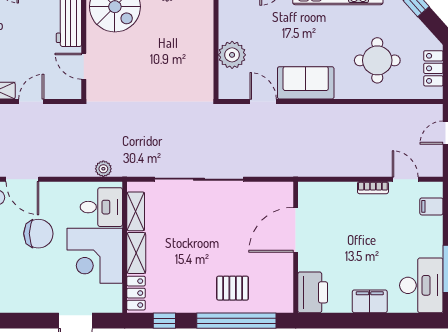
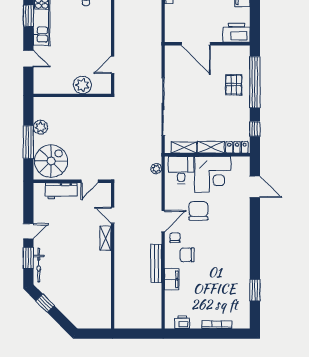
sofa: (306, 83) -> (100, 37), removed

